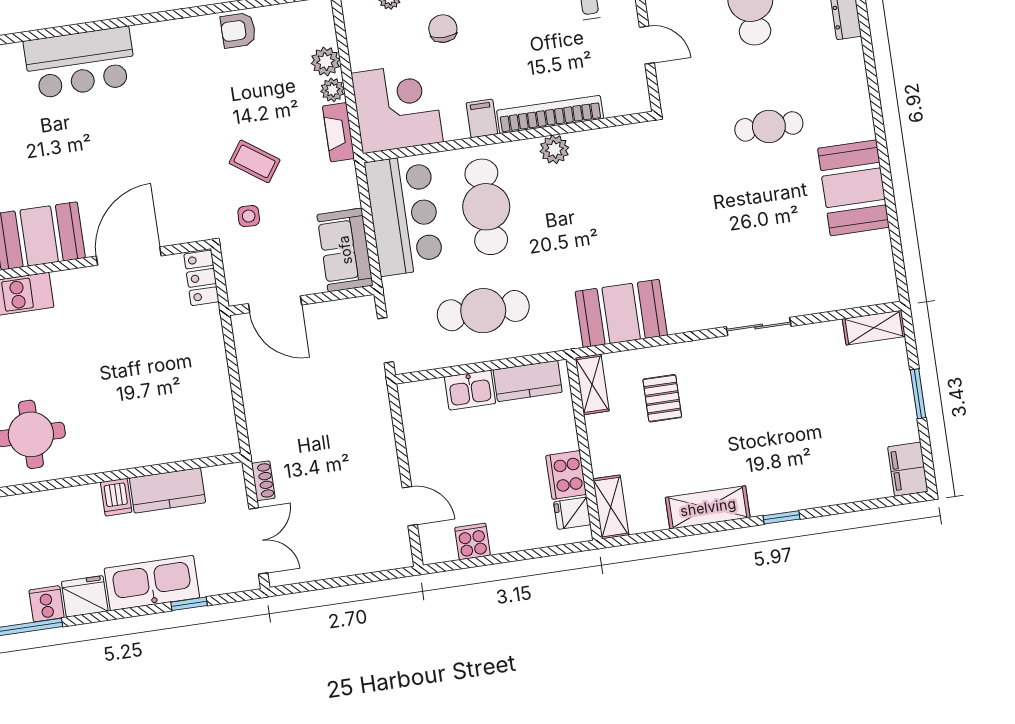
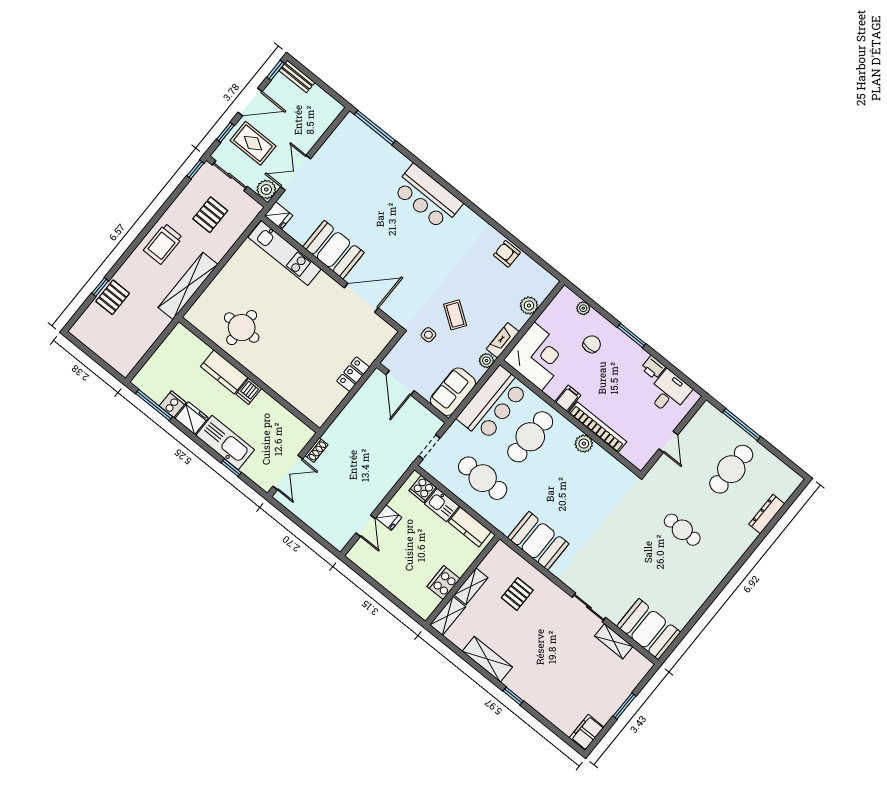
plant: (332, 90) -> (486, 361), moved
booth: (854, 188) -> (649, 629), moved, turned 90
locker: (201, 278) -> (353, 374), moved
shelving: (874, 328) -> (614, 641), moved
shelving: (592, 384) -> (471, 586), moved
kitchen counter: (167, 490) -> (224, 372), moved
fridge: (572, 513) -> (389, 518), moved, turned 180
cooker: (472, 541) -> (423, 489), moved, turned 180

